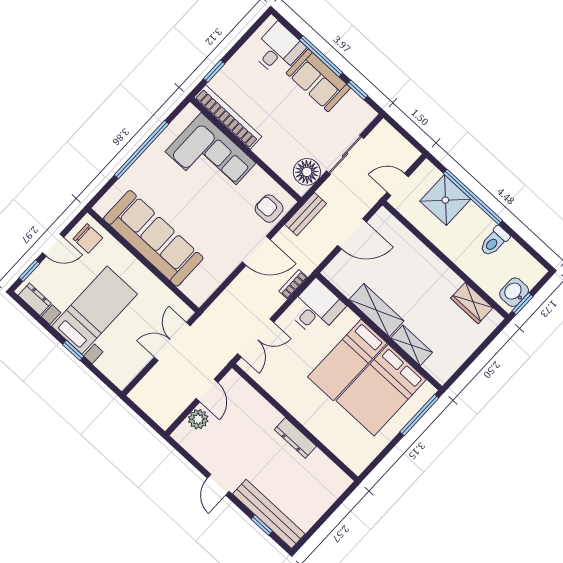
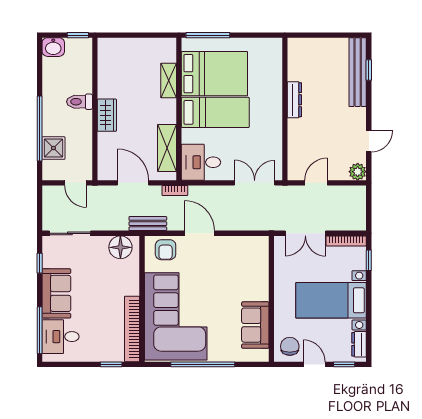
window: (321, 56) -> (40, 330), moved
sliding door: (345, 155) -> (70, 233), moved
corner sofa: (211, 157) -> (176, 316), width x1.36, depth x1.36
shower: (445, 200) -> (53, 148), width x0.73, depth x0.73
sofa: (153, 238) -> (255, 325), width x0.54, depth x0.79
toilet: (494, 241) -> (80, 102), moved, turned 180
bookcase: (293, 284) -> (175, 191), moved
washbasin: (514, 292) -> (53, 47), moved
wardrobe: (472, 303) -> (107, 115), moved
shelving: (377, 310) -> (167, 148), moved
window: (73, 350) -> (369, 260), moved
bookcase: (133, 370) -> (346, 241), added
plant: (198, 419) -> (358, 172), moved
door: (218, 485) -> (369, 141), moved

